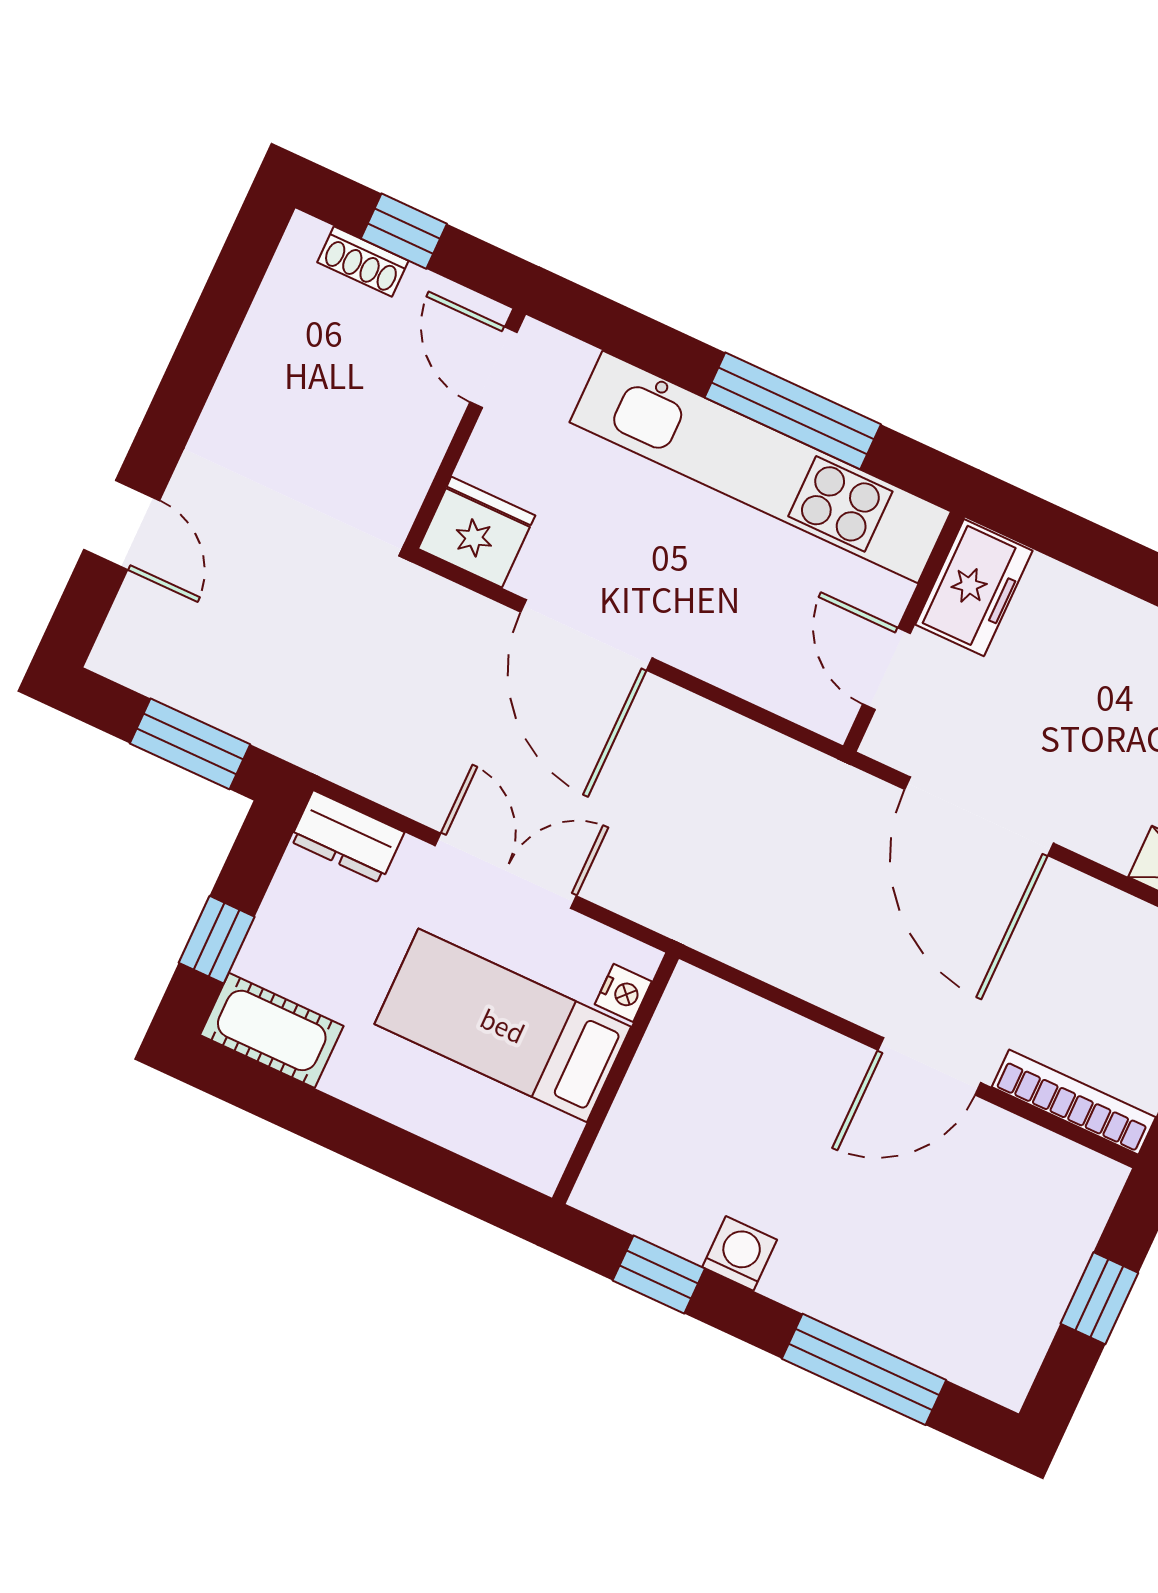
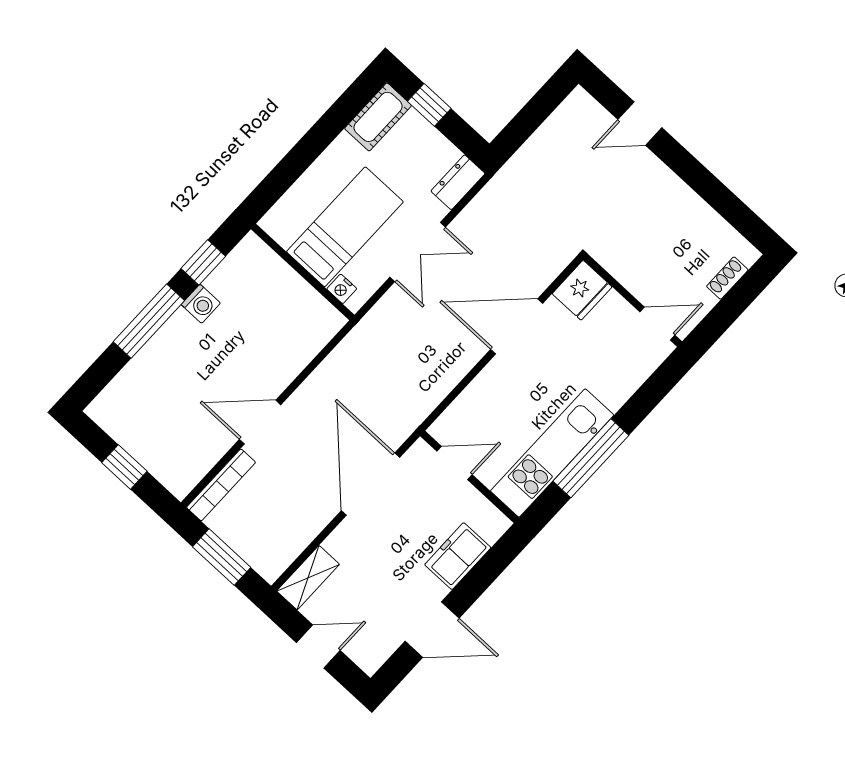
window: (404, 231) -> (735, 302), removed
kitchen unit: (760, 467) -> (552, 453), width x0.73
freezer: (974, 588) -> (458, 556), moved, turned 90
window: (190, 744) -> (526, 122), removed
door: (979, 816) -> (371, 484), hinge flipped
door: (929, 1066) -> (260, 422), hinge flipped
window: (864, 1369) -> (149, 321), moved

